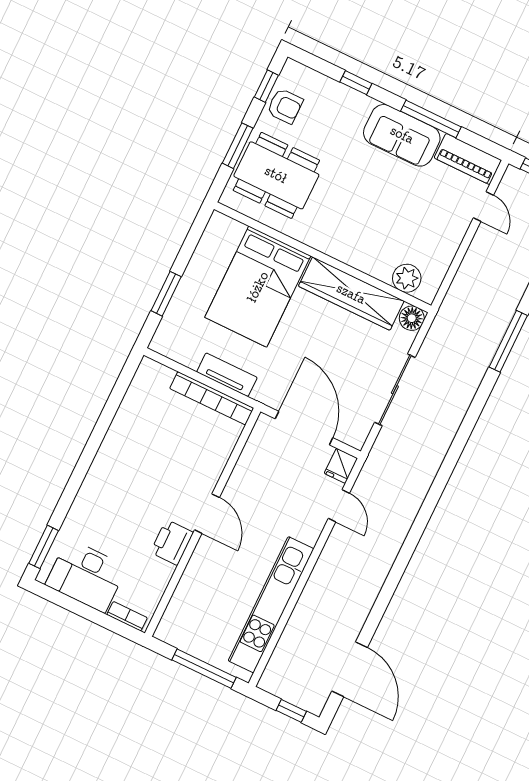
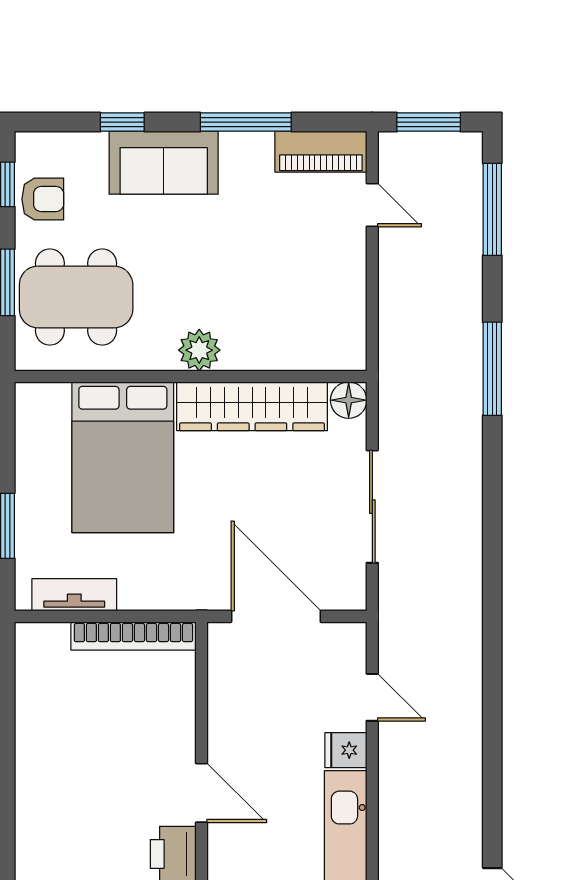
sofa: (402, 135) -> (164, 163), moved
plant: (407, 278) -> (199, 350), moved
tv unit: (227, 375) -> (74, 595), moved
fridge: (341, 466) -> (346, 750), moved, turned 90

